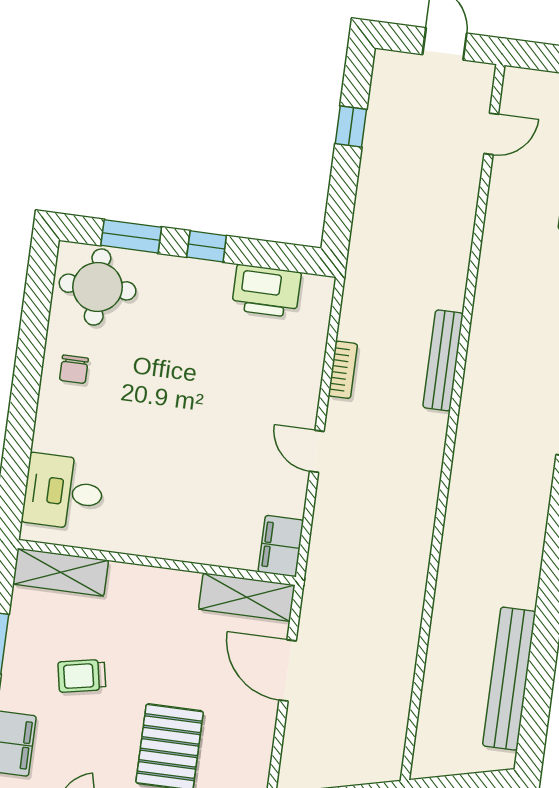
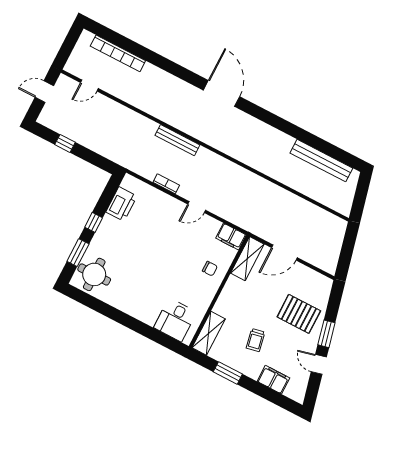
door: (491, 134) -> (89, 86), swing flipped
chair: (74, 369) -> (210, 269), moved

